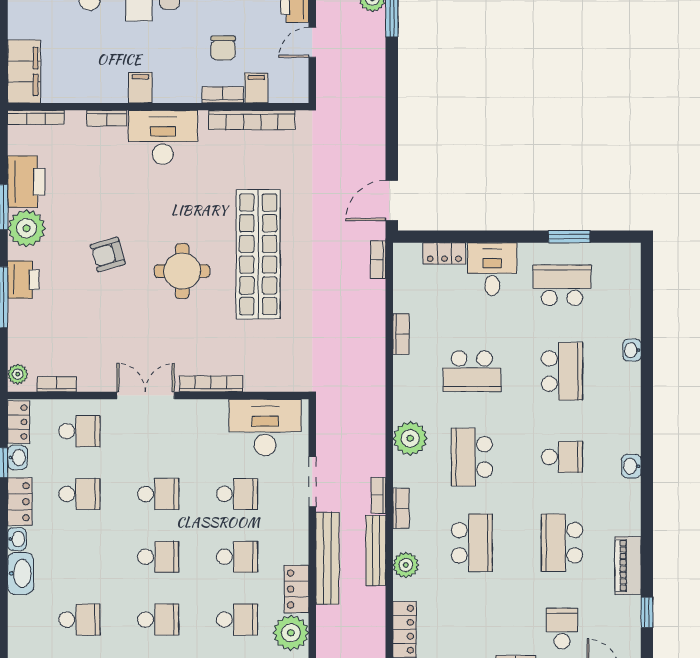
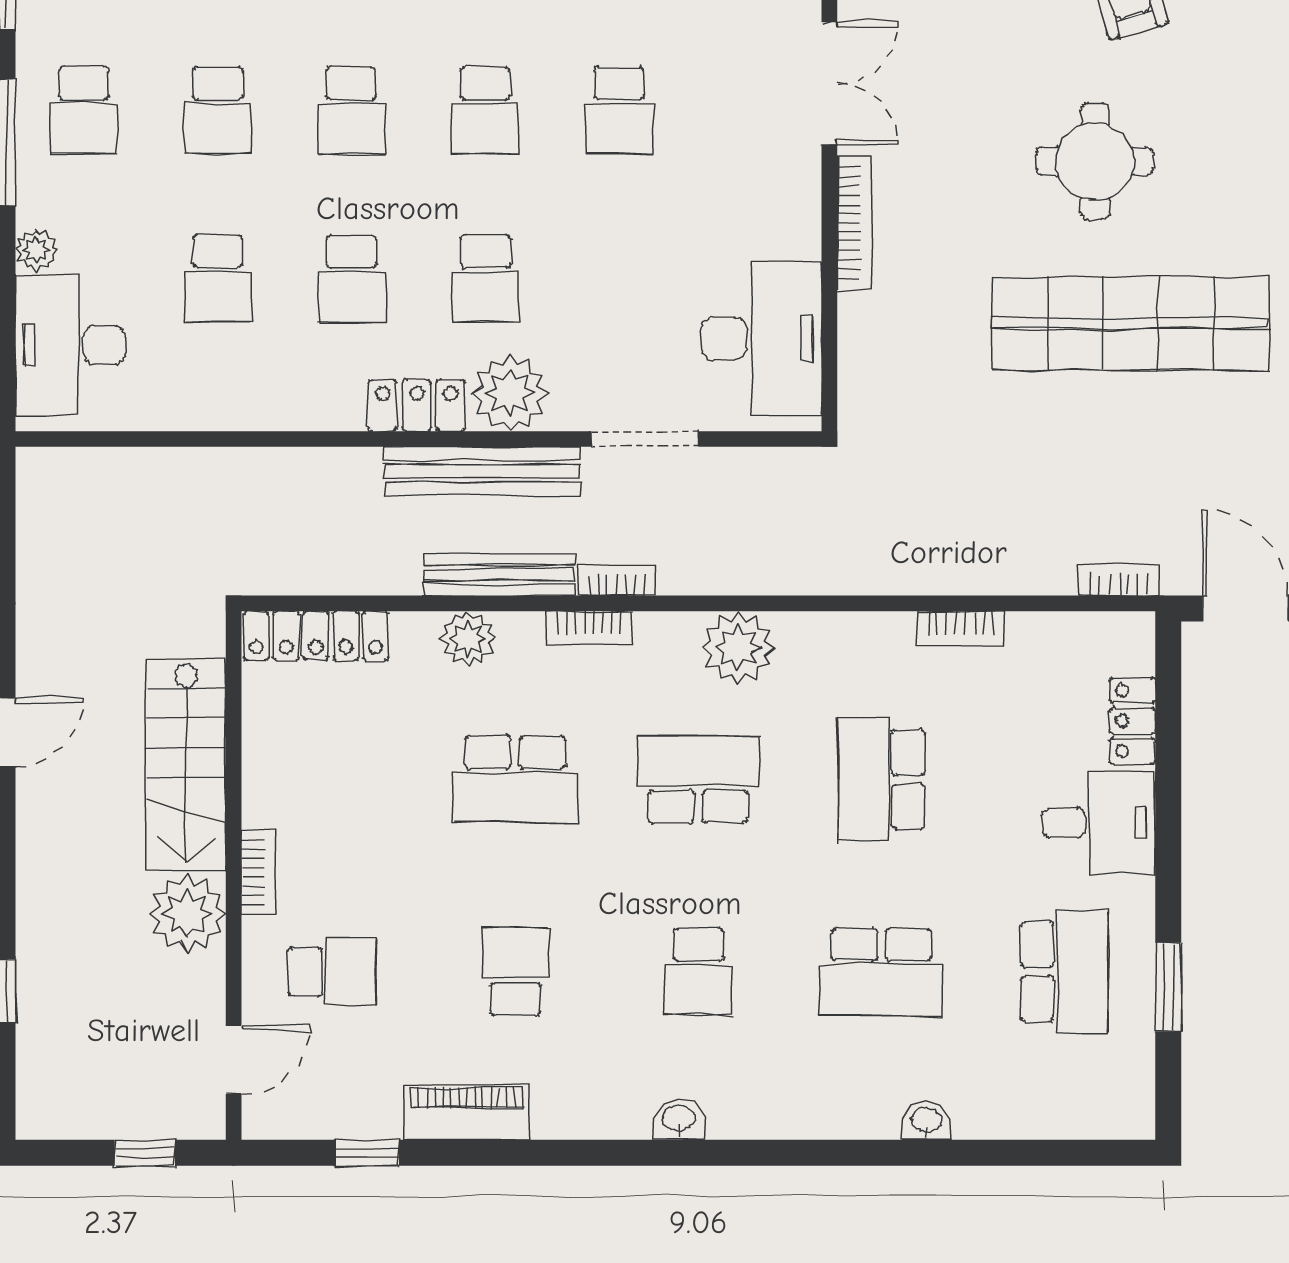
school desk: (237, 494) -> (619, 278), removed
school desk: (562, 543) -> (515, 972), width x0.54
plant: (291, 633) -> (510, 393), moved

